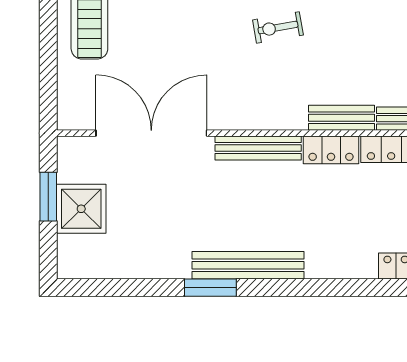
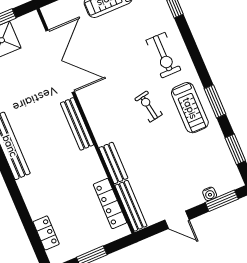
locker: (331, 150) -> (93, 165), removed

